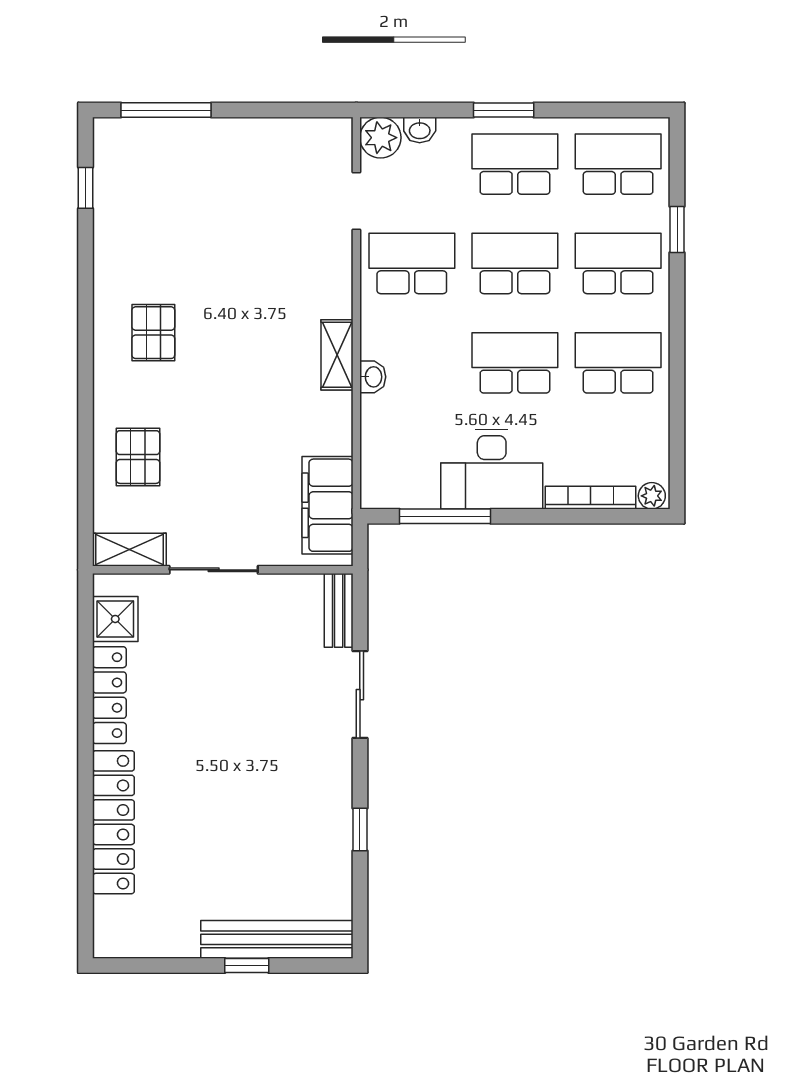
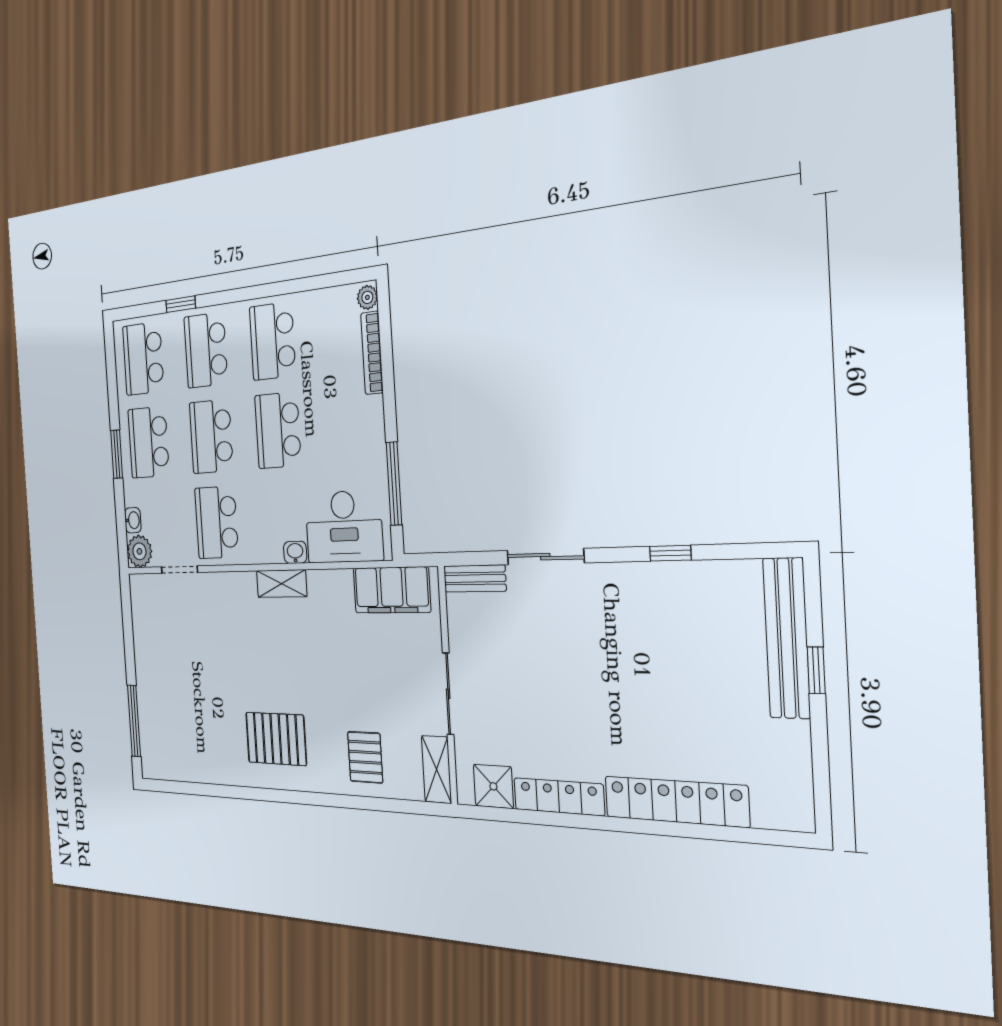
window: (85, 188) -> (185, 788), removed
pallet: (153, 333) -> (276, 739), width x1.50, depth x1.42
pallet: (138, 457) -> (365, 757), turned 90
desk: (492, 469) -> (344, 527), moved, turned 90

